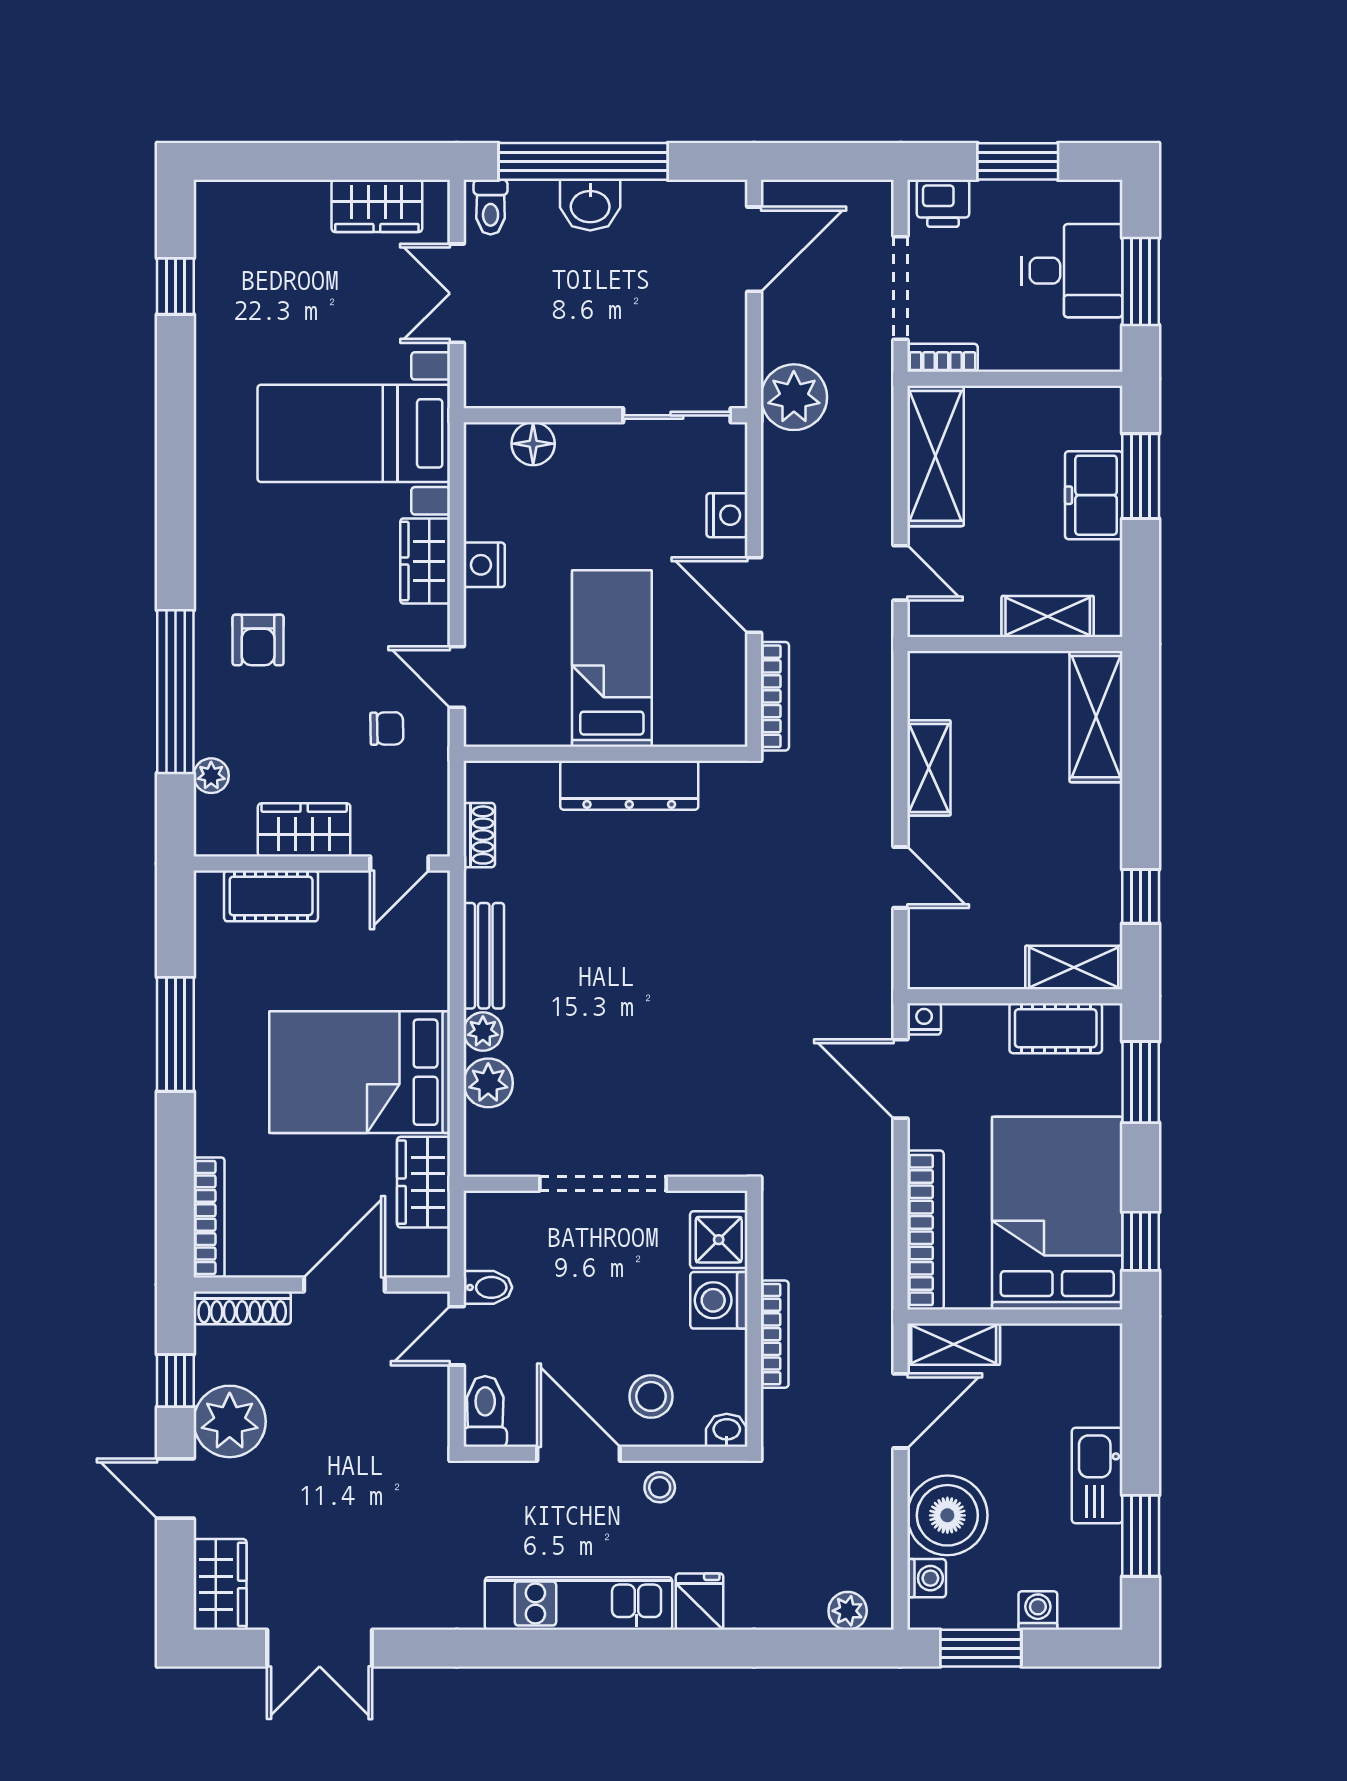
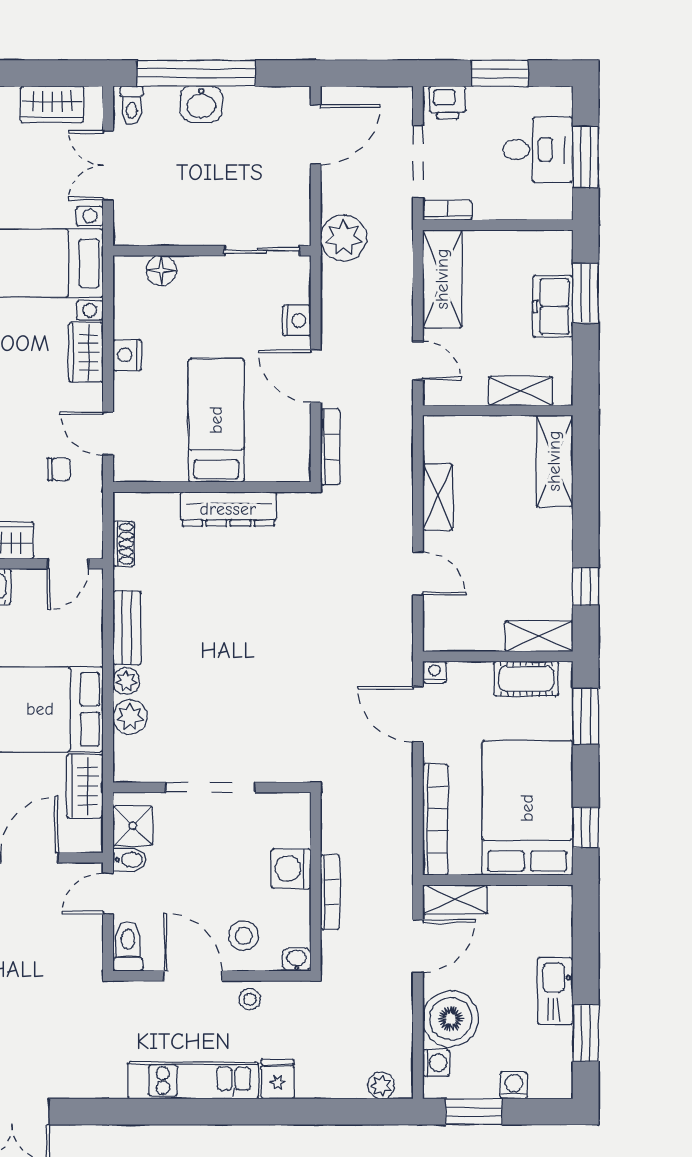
shower: (719, 1240) -> (133, 826), moved

